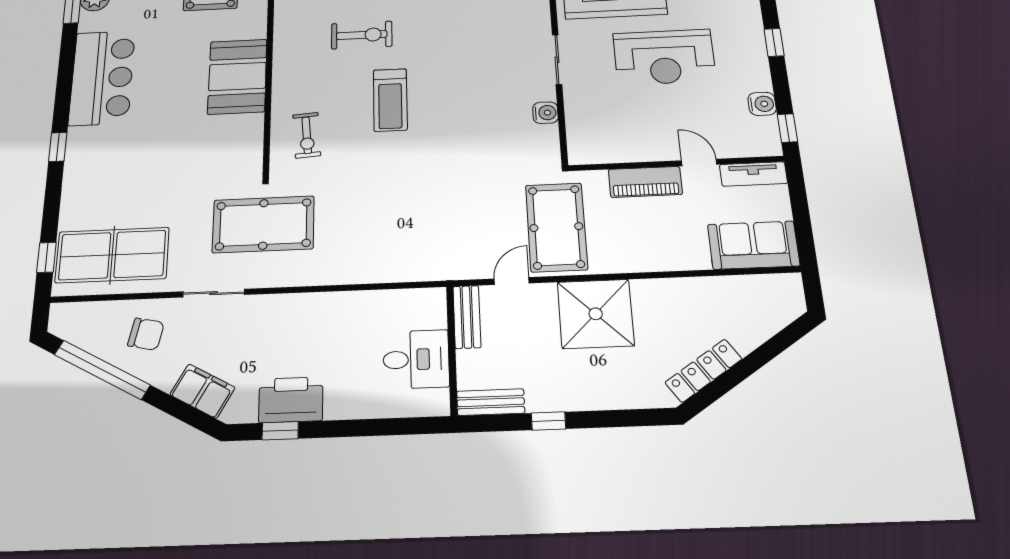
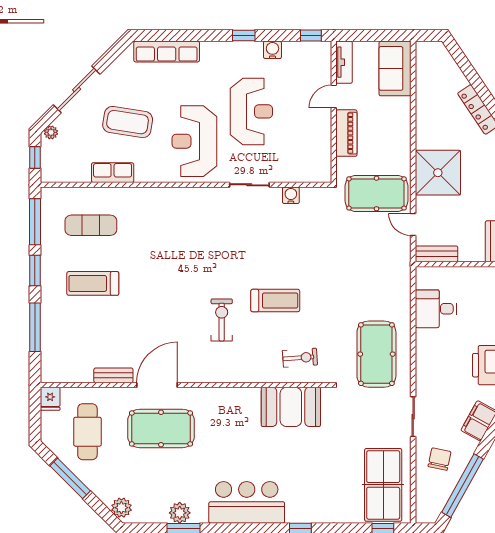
booth: (237, 77) -> (291, 407), moved
water cooler: (762, 104) -> (272, 50), moved
pool table: (263, 224) -> (376, 354), moved
desk: (416, 359) -> (436, 309), moved, turned -90

